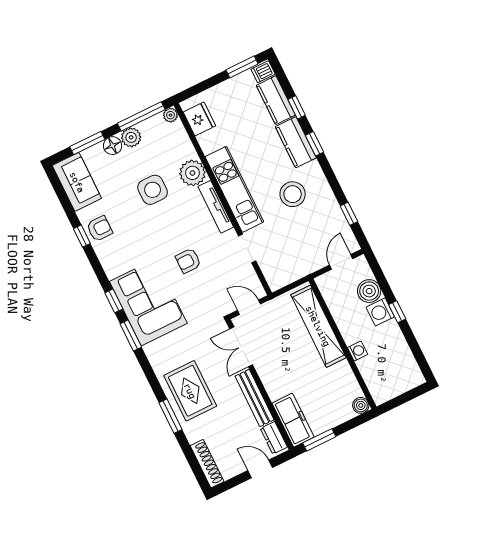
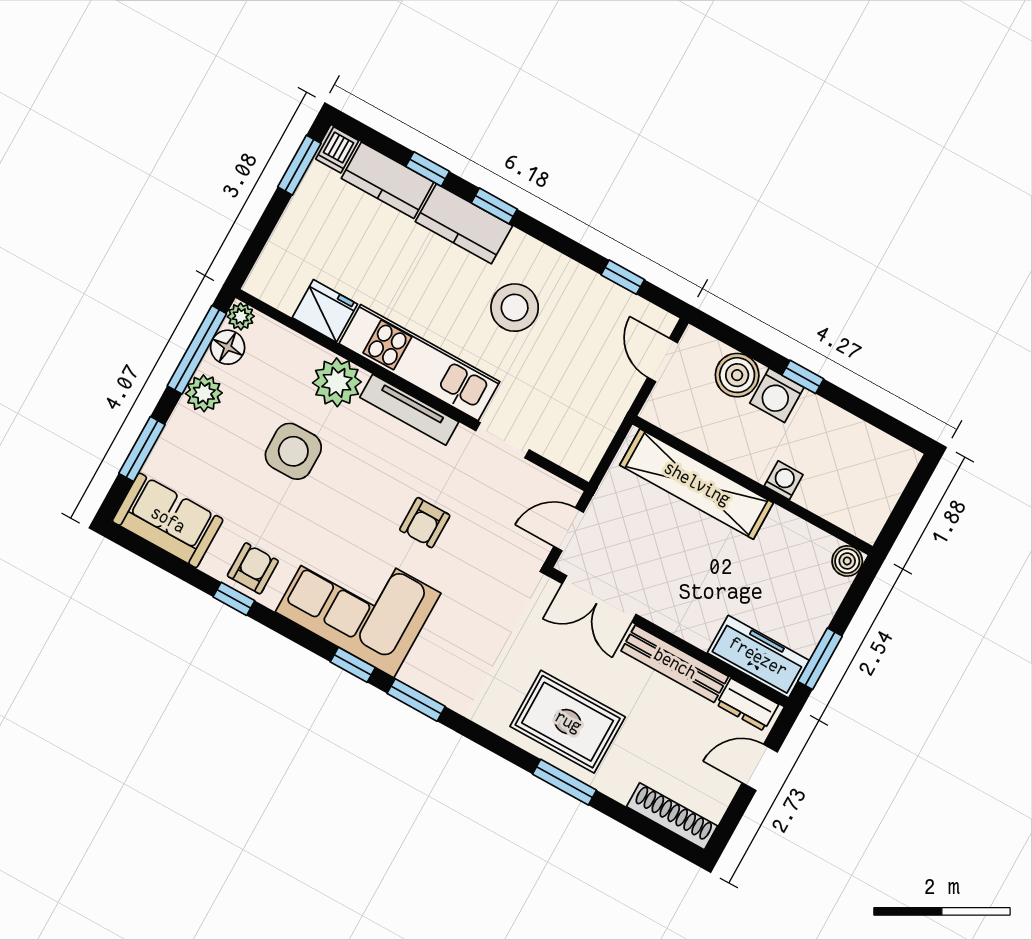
fridge: (199, 119) -> (325, 311), moved
floor lamp: (113, 146) -> (228, 347), moved
corner sofa: (148, 302) -> (358, 603), moved

